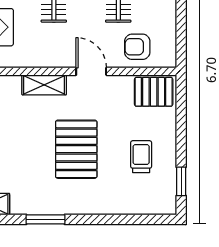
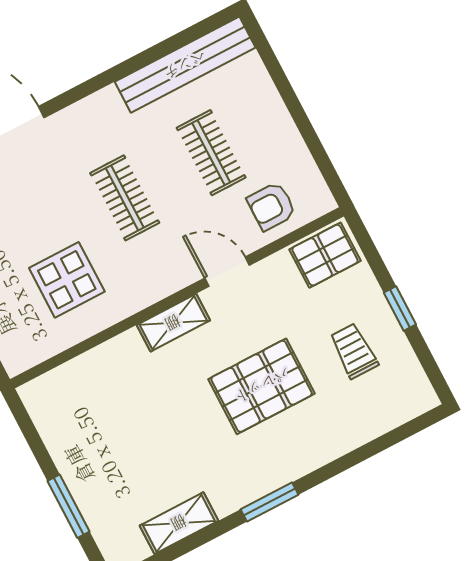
pallet: (76, 149) -> (262, 386), turned 90
window: (181, 181) -> (400, 309), moved

